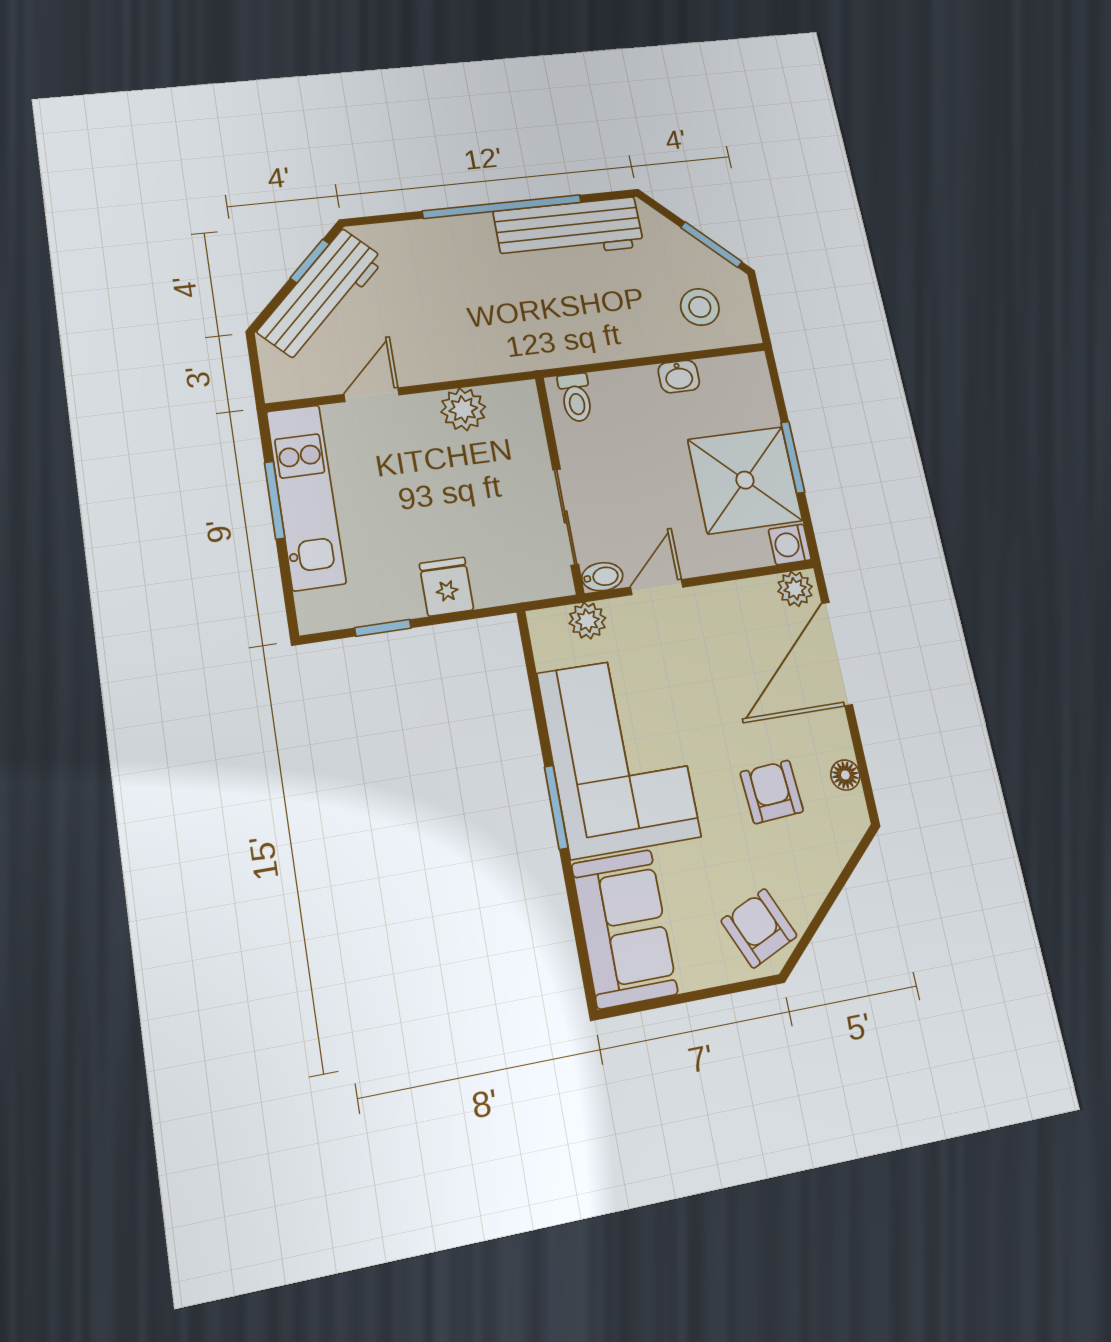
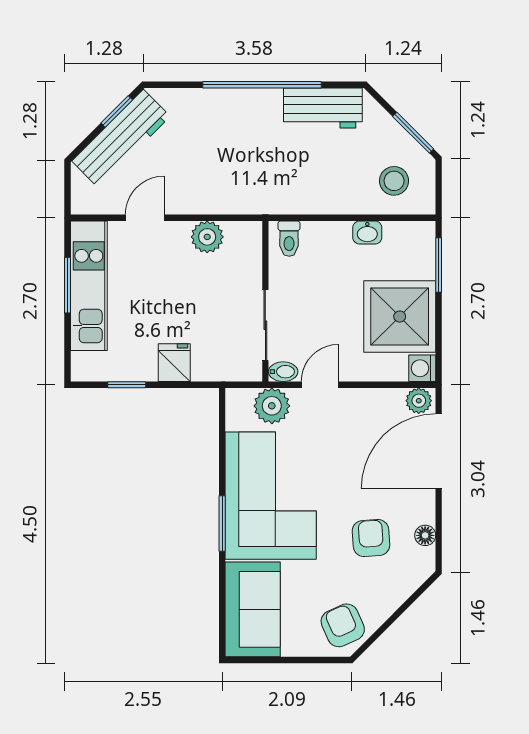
workbench: (569, 229) -> (323, 108), width x0.73
window: (793, 457) -> (439, 265), moved
plant: (587, 621) -> (272, 406), width x1.38, depth x1.38

